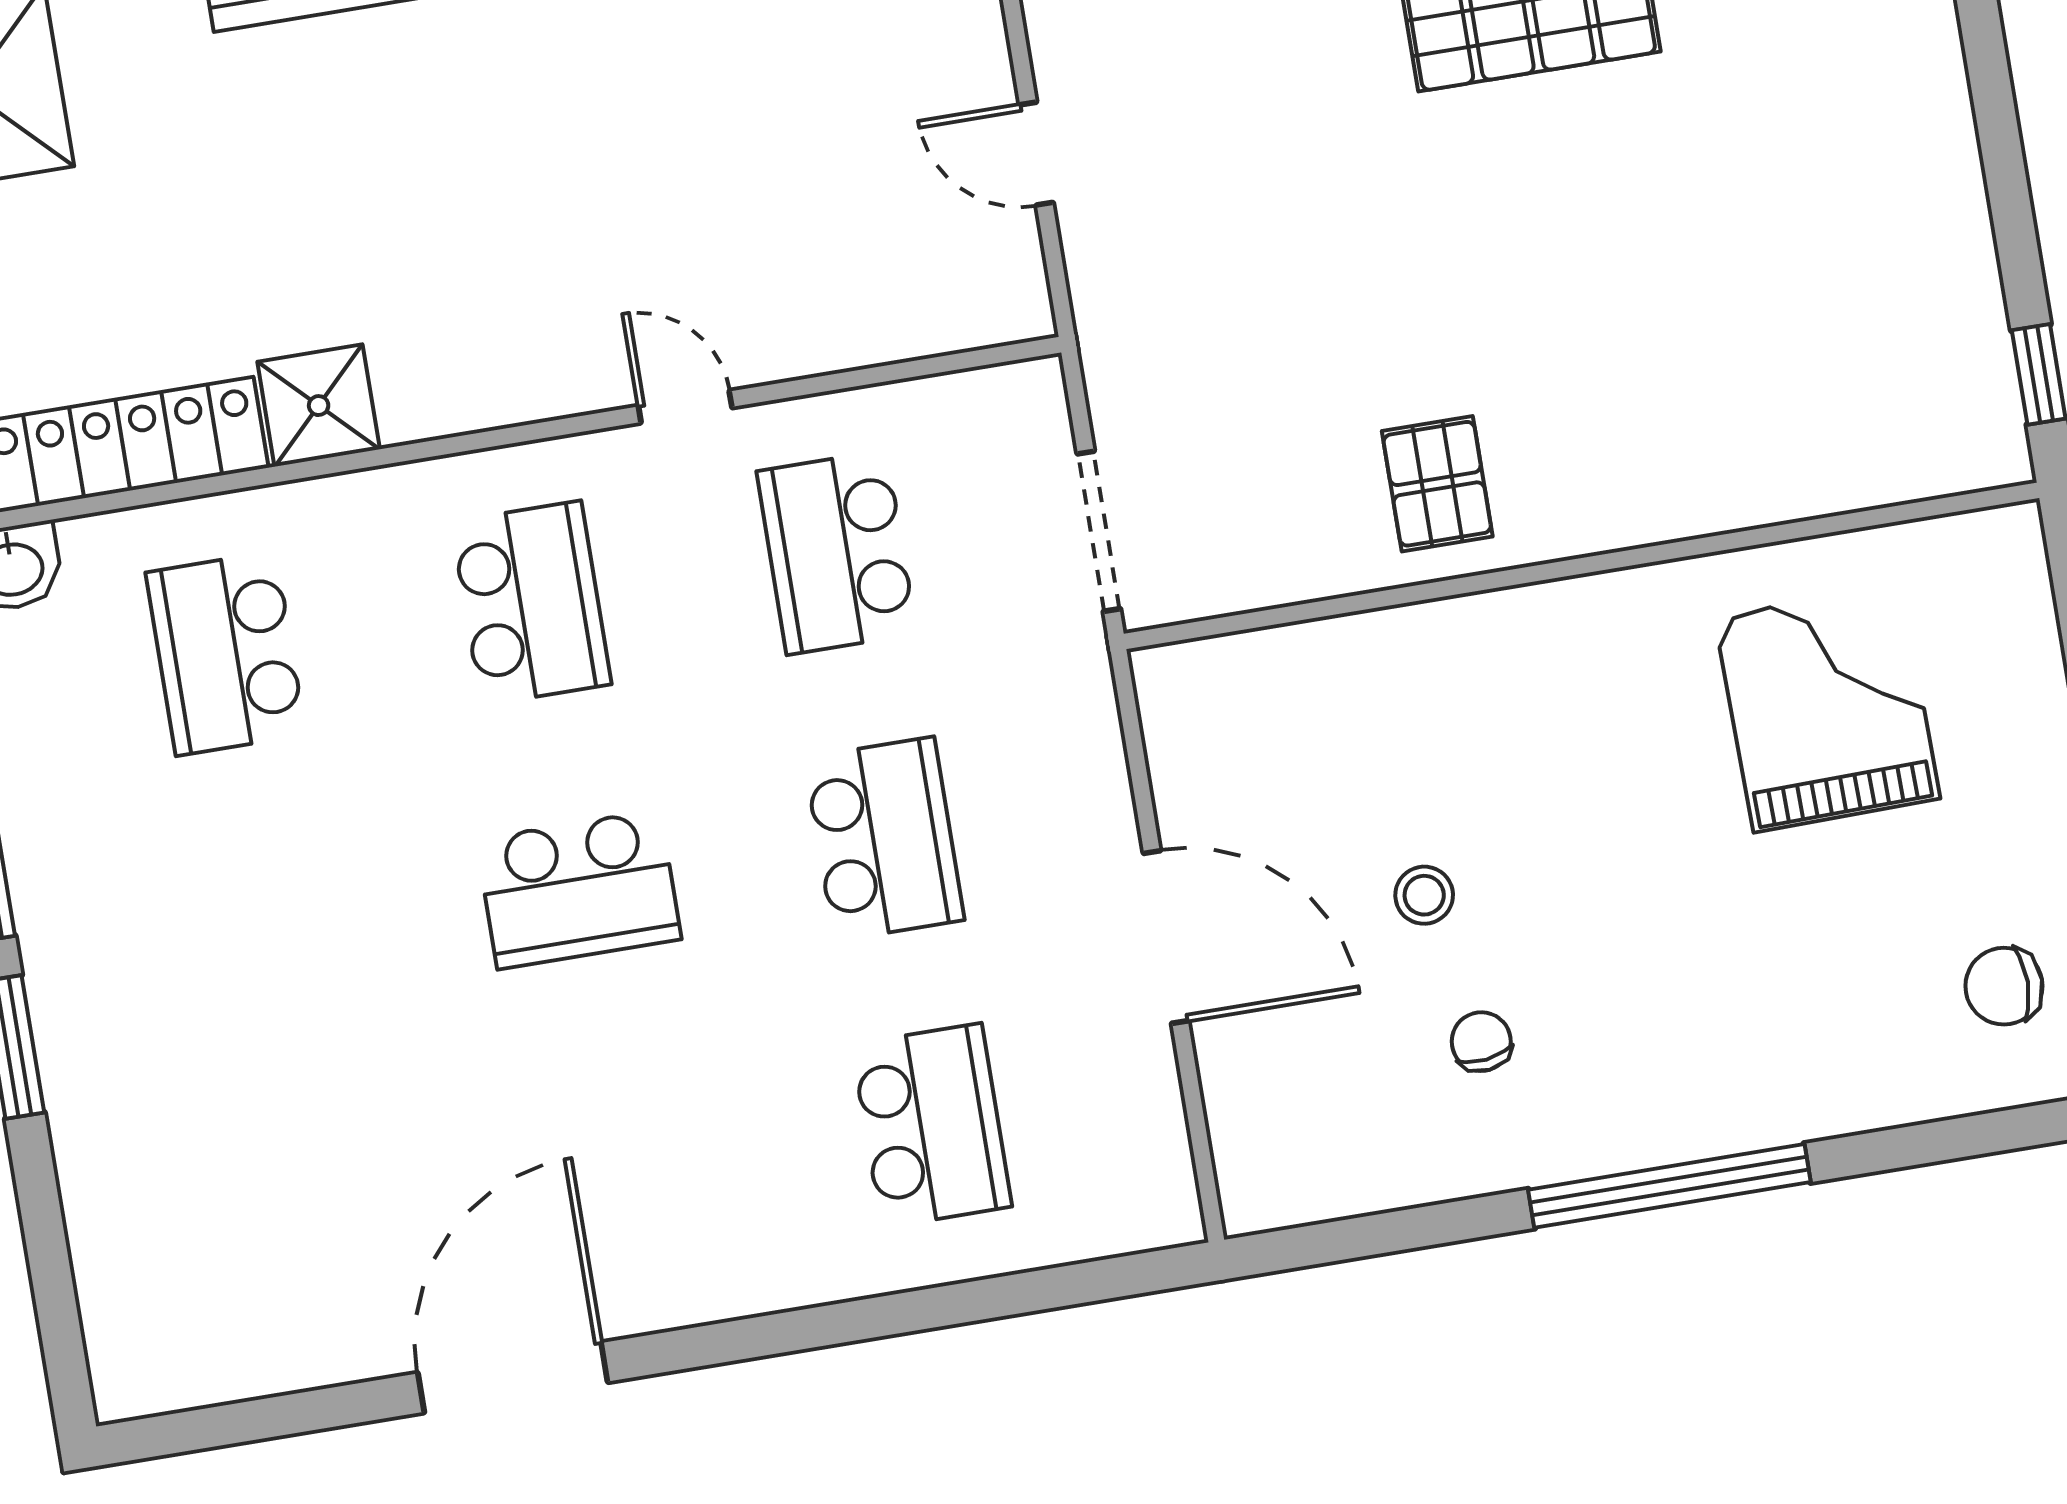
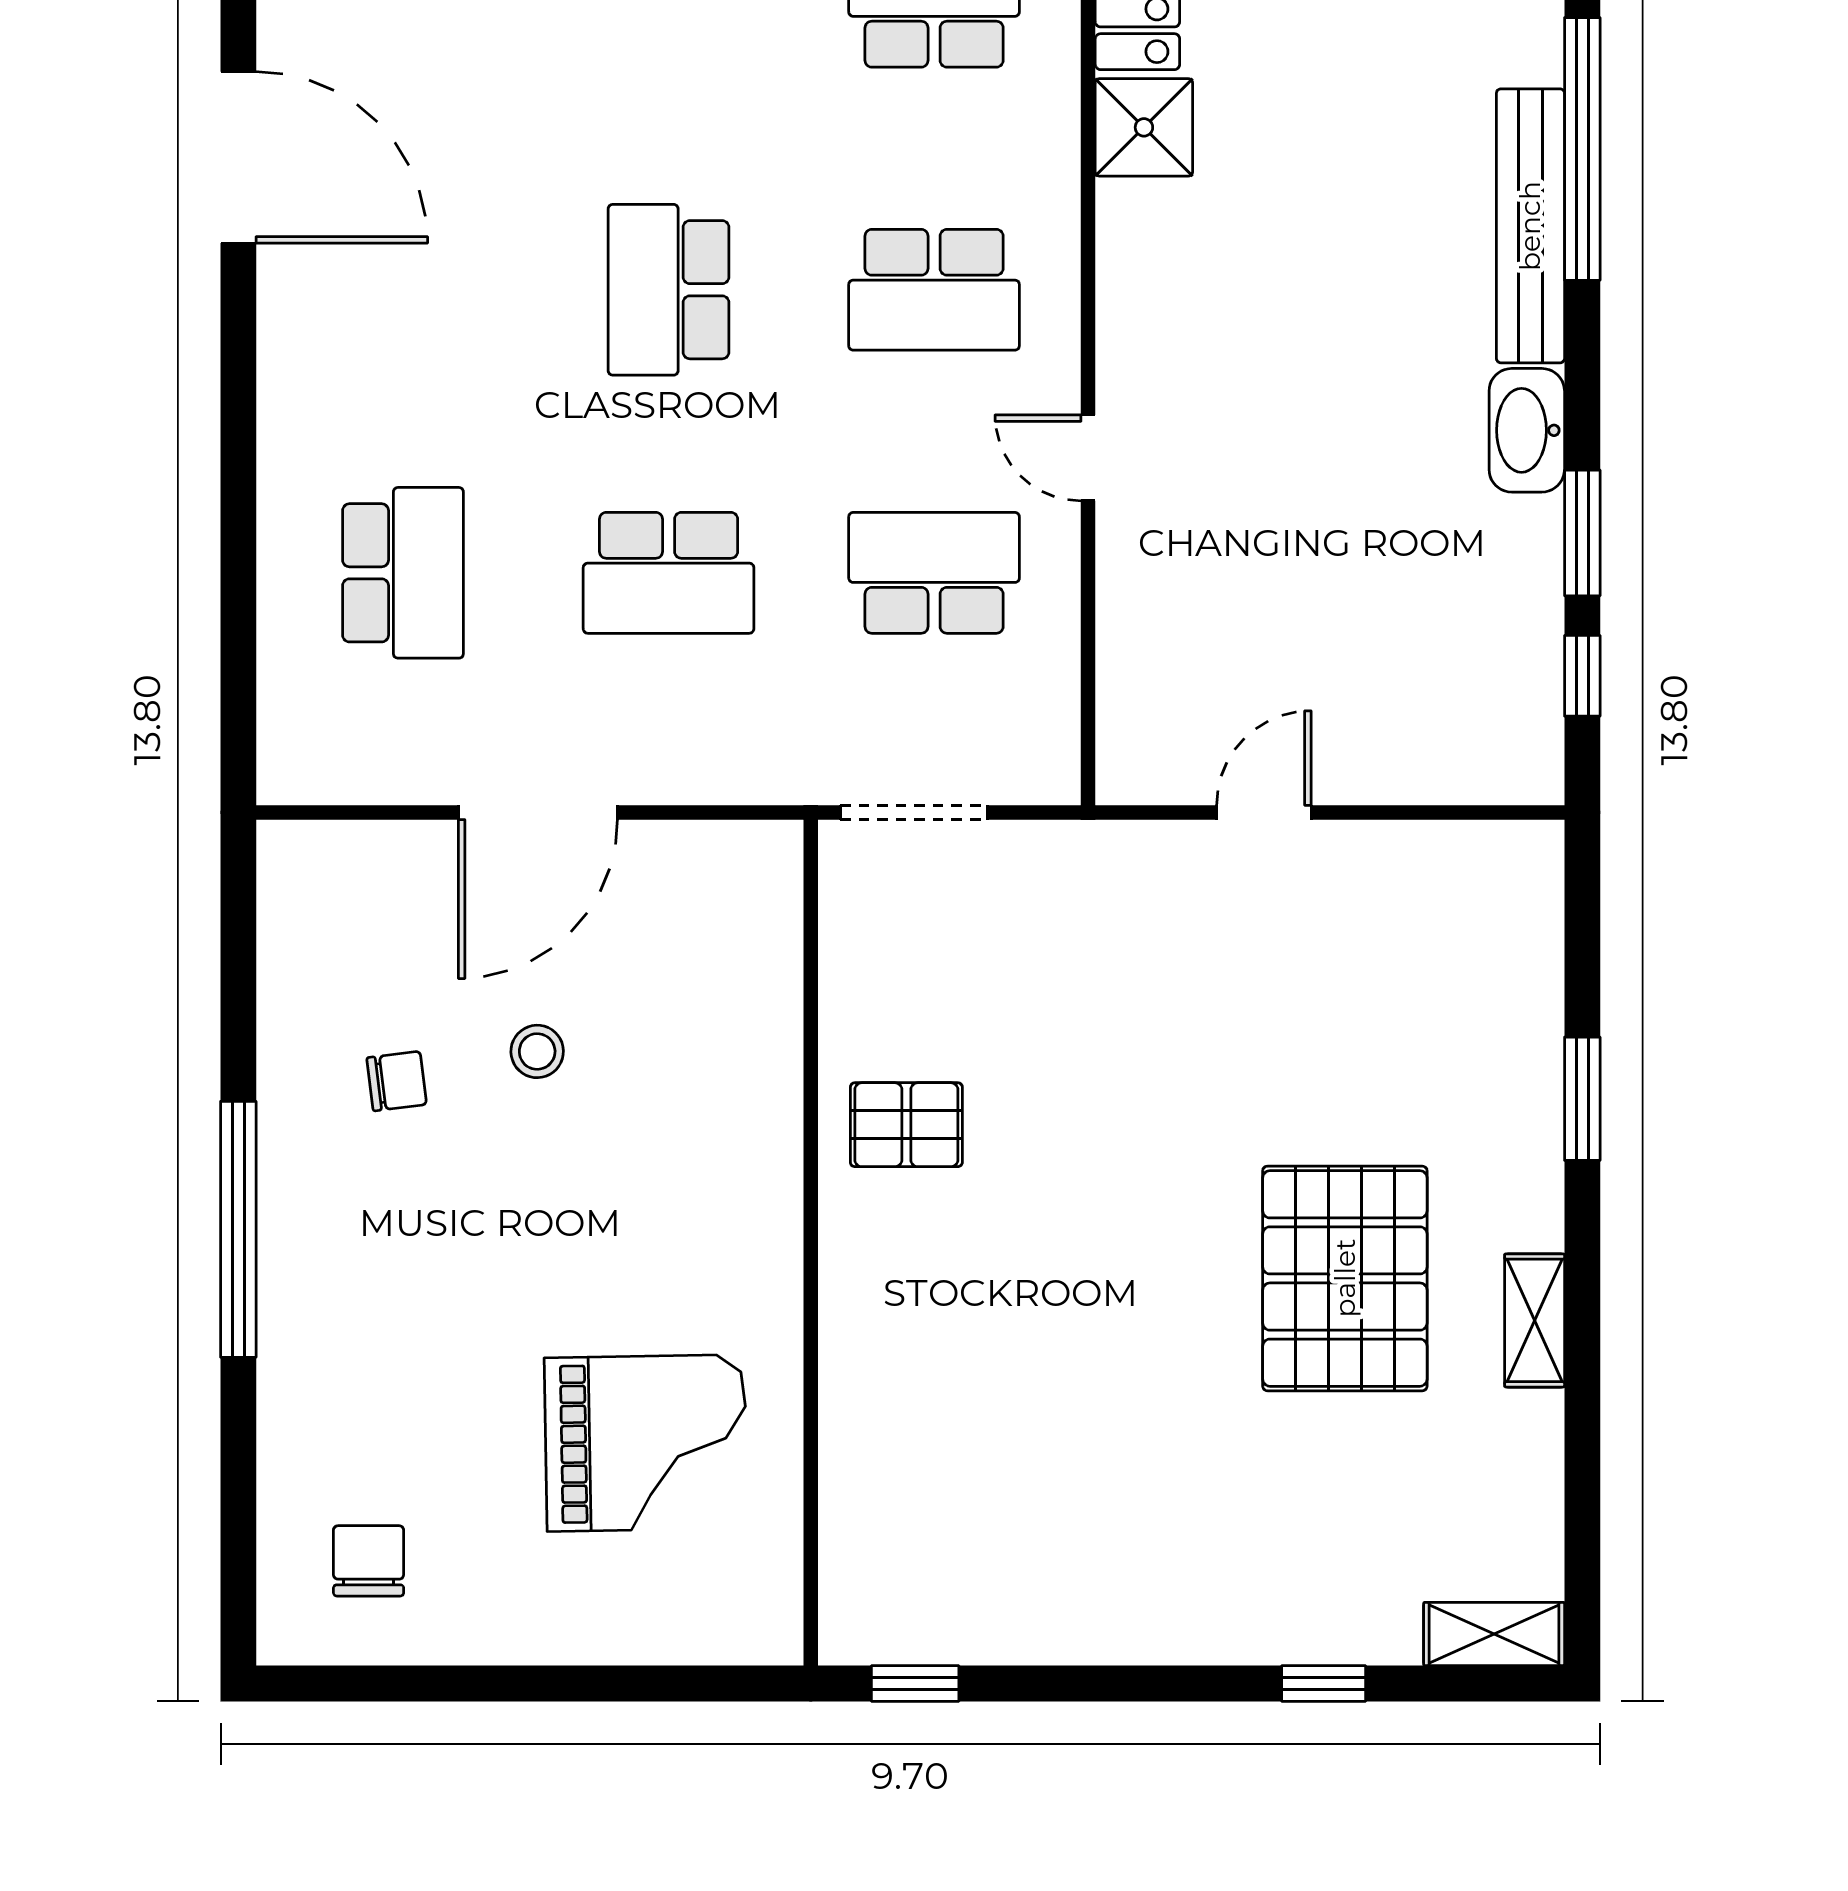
door: (685, 407) -> (1088, 458), swing flipped
school desk: (932, 1125) -> (403, 573), turned -90

